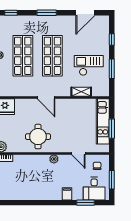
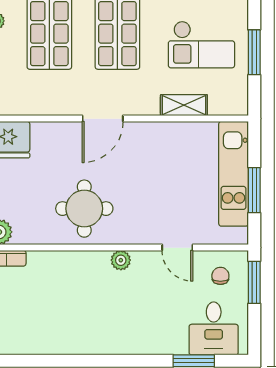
checkout: (89, 65) -> (201, 45), turned 180
door: (46, 97) -> (103, 119), hinge flipped
window: (112, 180) -> (254, 282), moved
filing cabinet: (67, 194) -> (151, 341), removed

